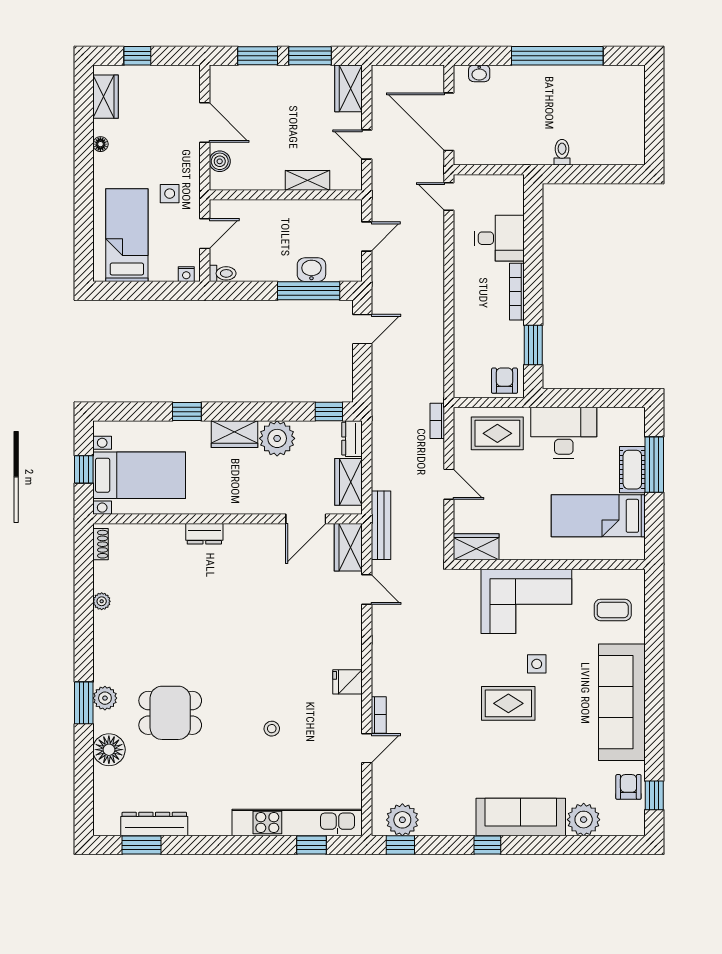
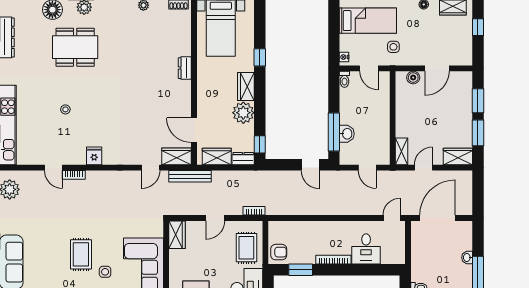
washbasin: (479, 73) -> (467, 257), moved
shelving: (307, 180) -> (402, 151), moved
dining table: (170, 713) -> (75, 47), width x1.38

